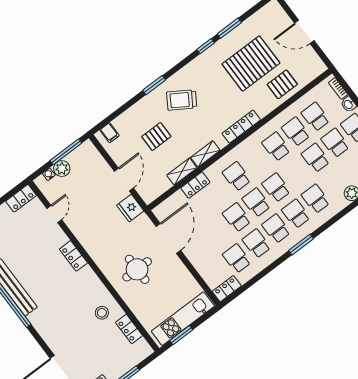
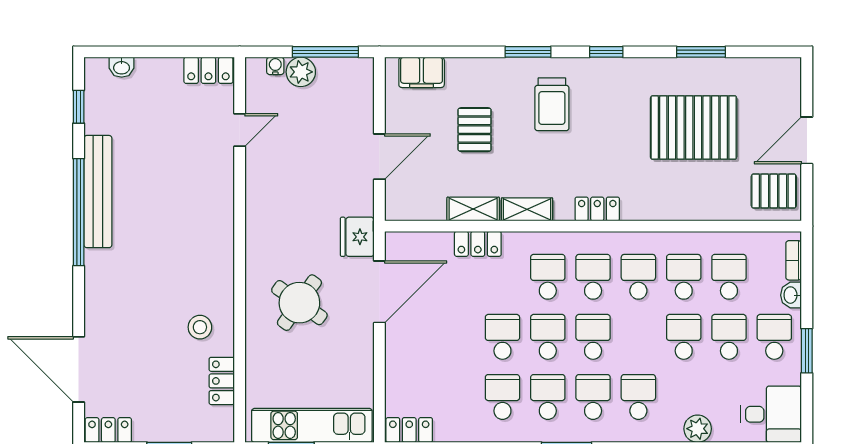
door: (304, 32) -> (807, 140), hinge flipped
window: (206, 46) -> (606, 52), moved
pallet: (282, 84) -> (774, 191), moved
trolley: (182, 100) -> (552, 104), turned -122
locker: (241, 127) -> (597, 209), width x0.66
filing cabinet: (110, 133) -> (422, 72), width x2.00
pallet: (156, 136) -> (475, 130), turned 90
fridge: (130, 208) -> (357, 237), moved
locker: (73, 256) -> (221, 213), removed
school desk: (237, 258) -> (593, 277), moved
round table: (137, 269) -> (299, 303), turned 35

